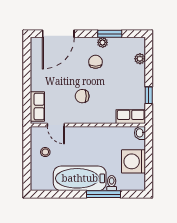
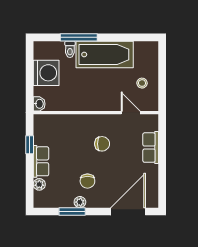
row of seats: (37, 106) -> (151, 148), moved
row of seats: (131, 117) -> (41, 161), moved, turned -90

